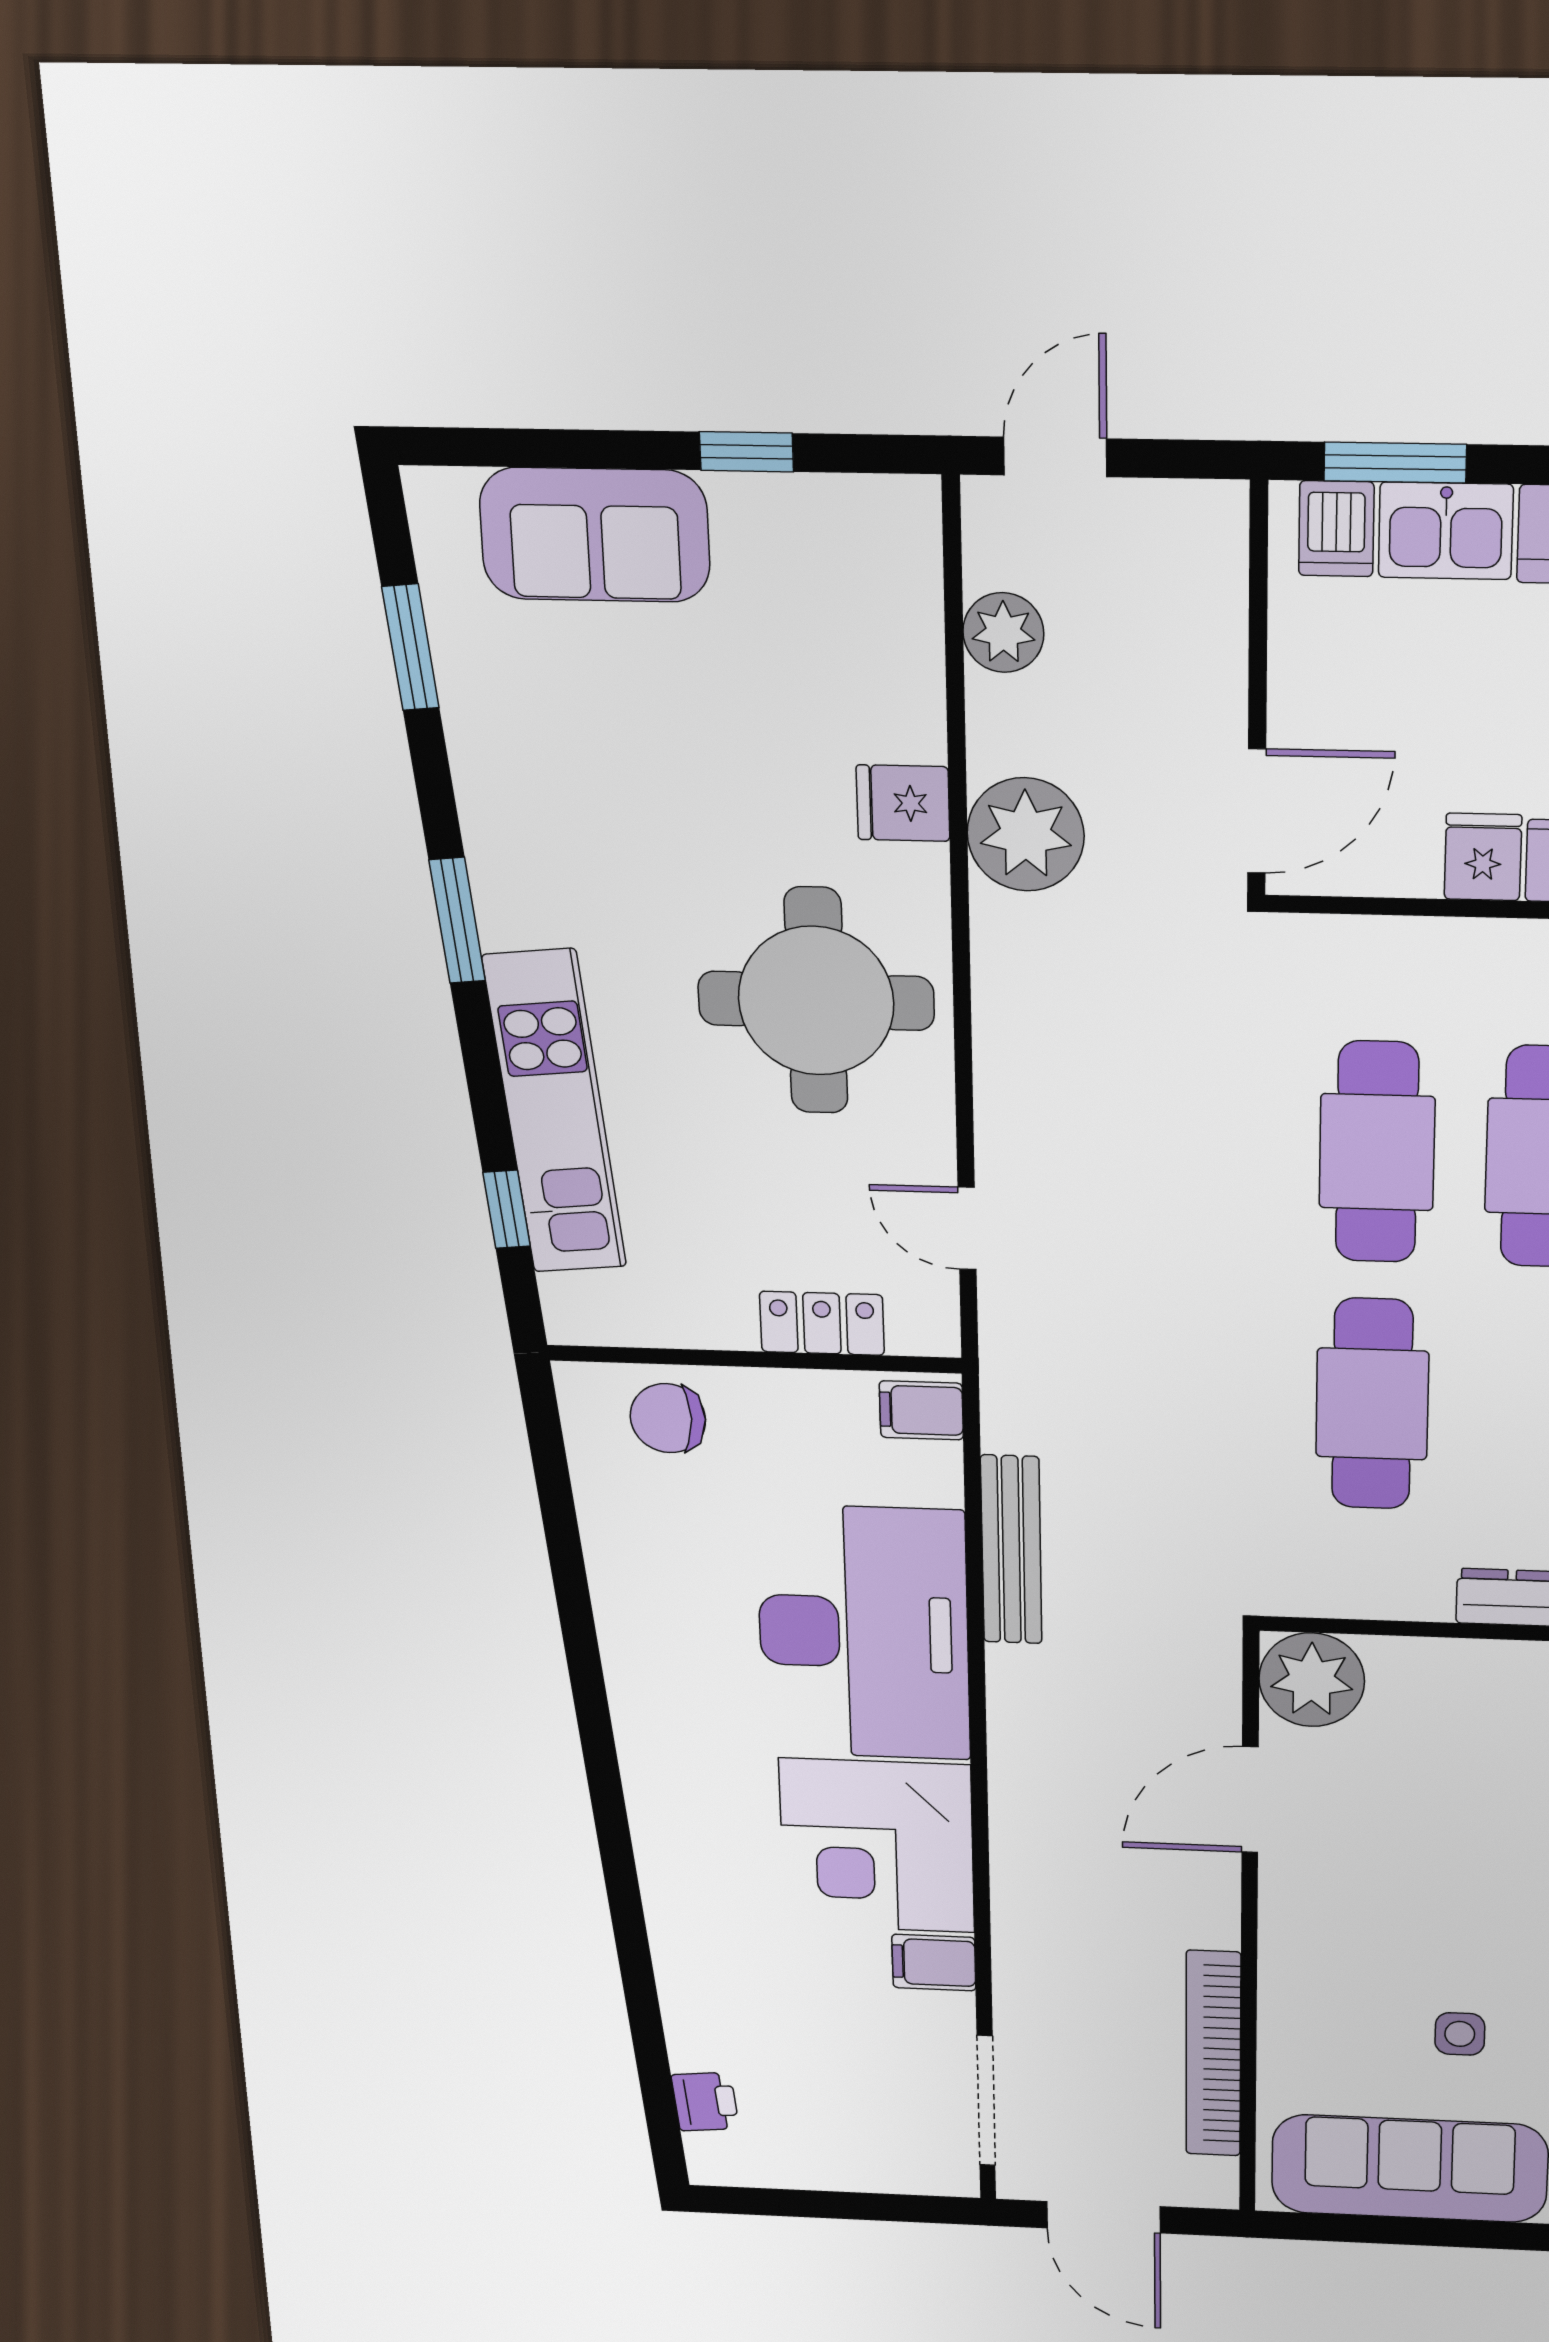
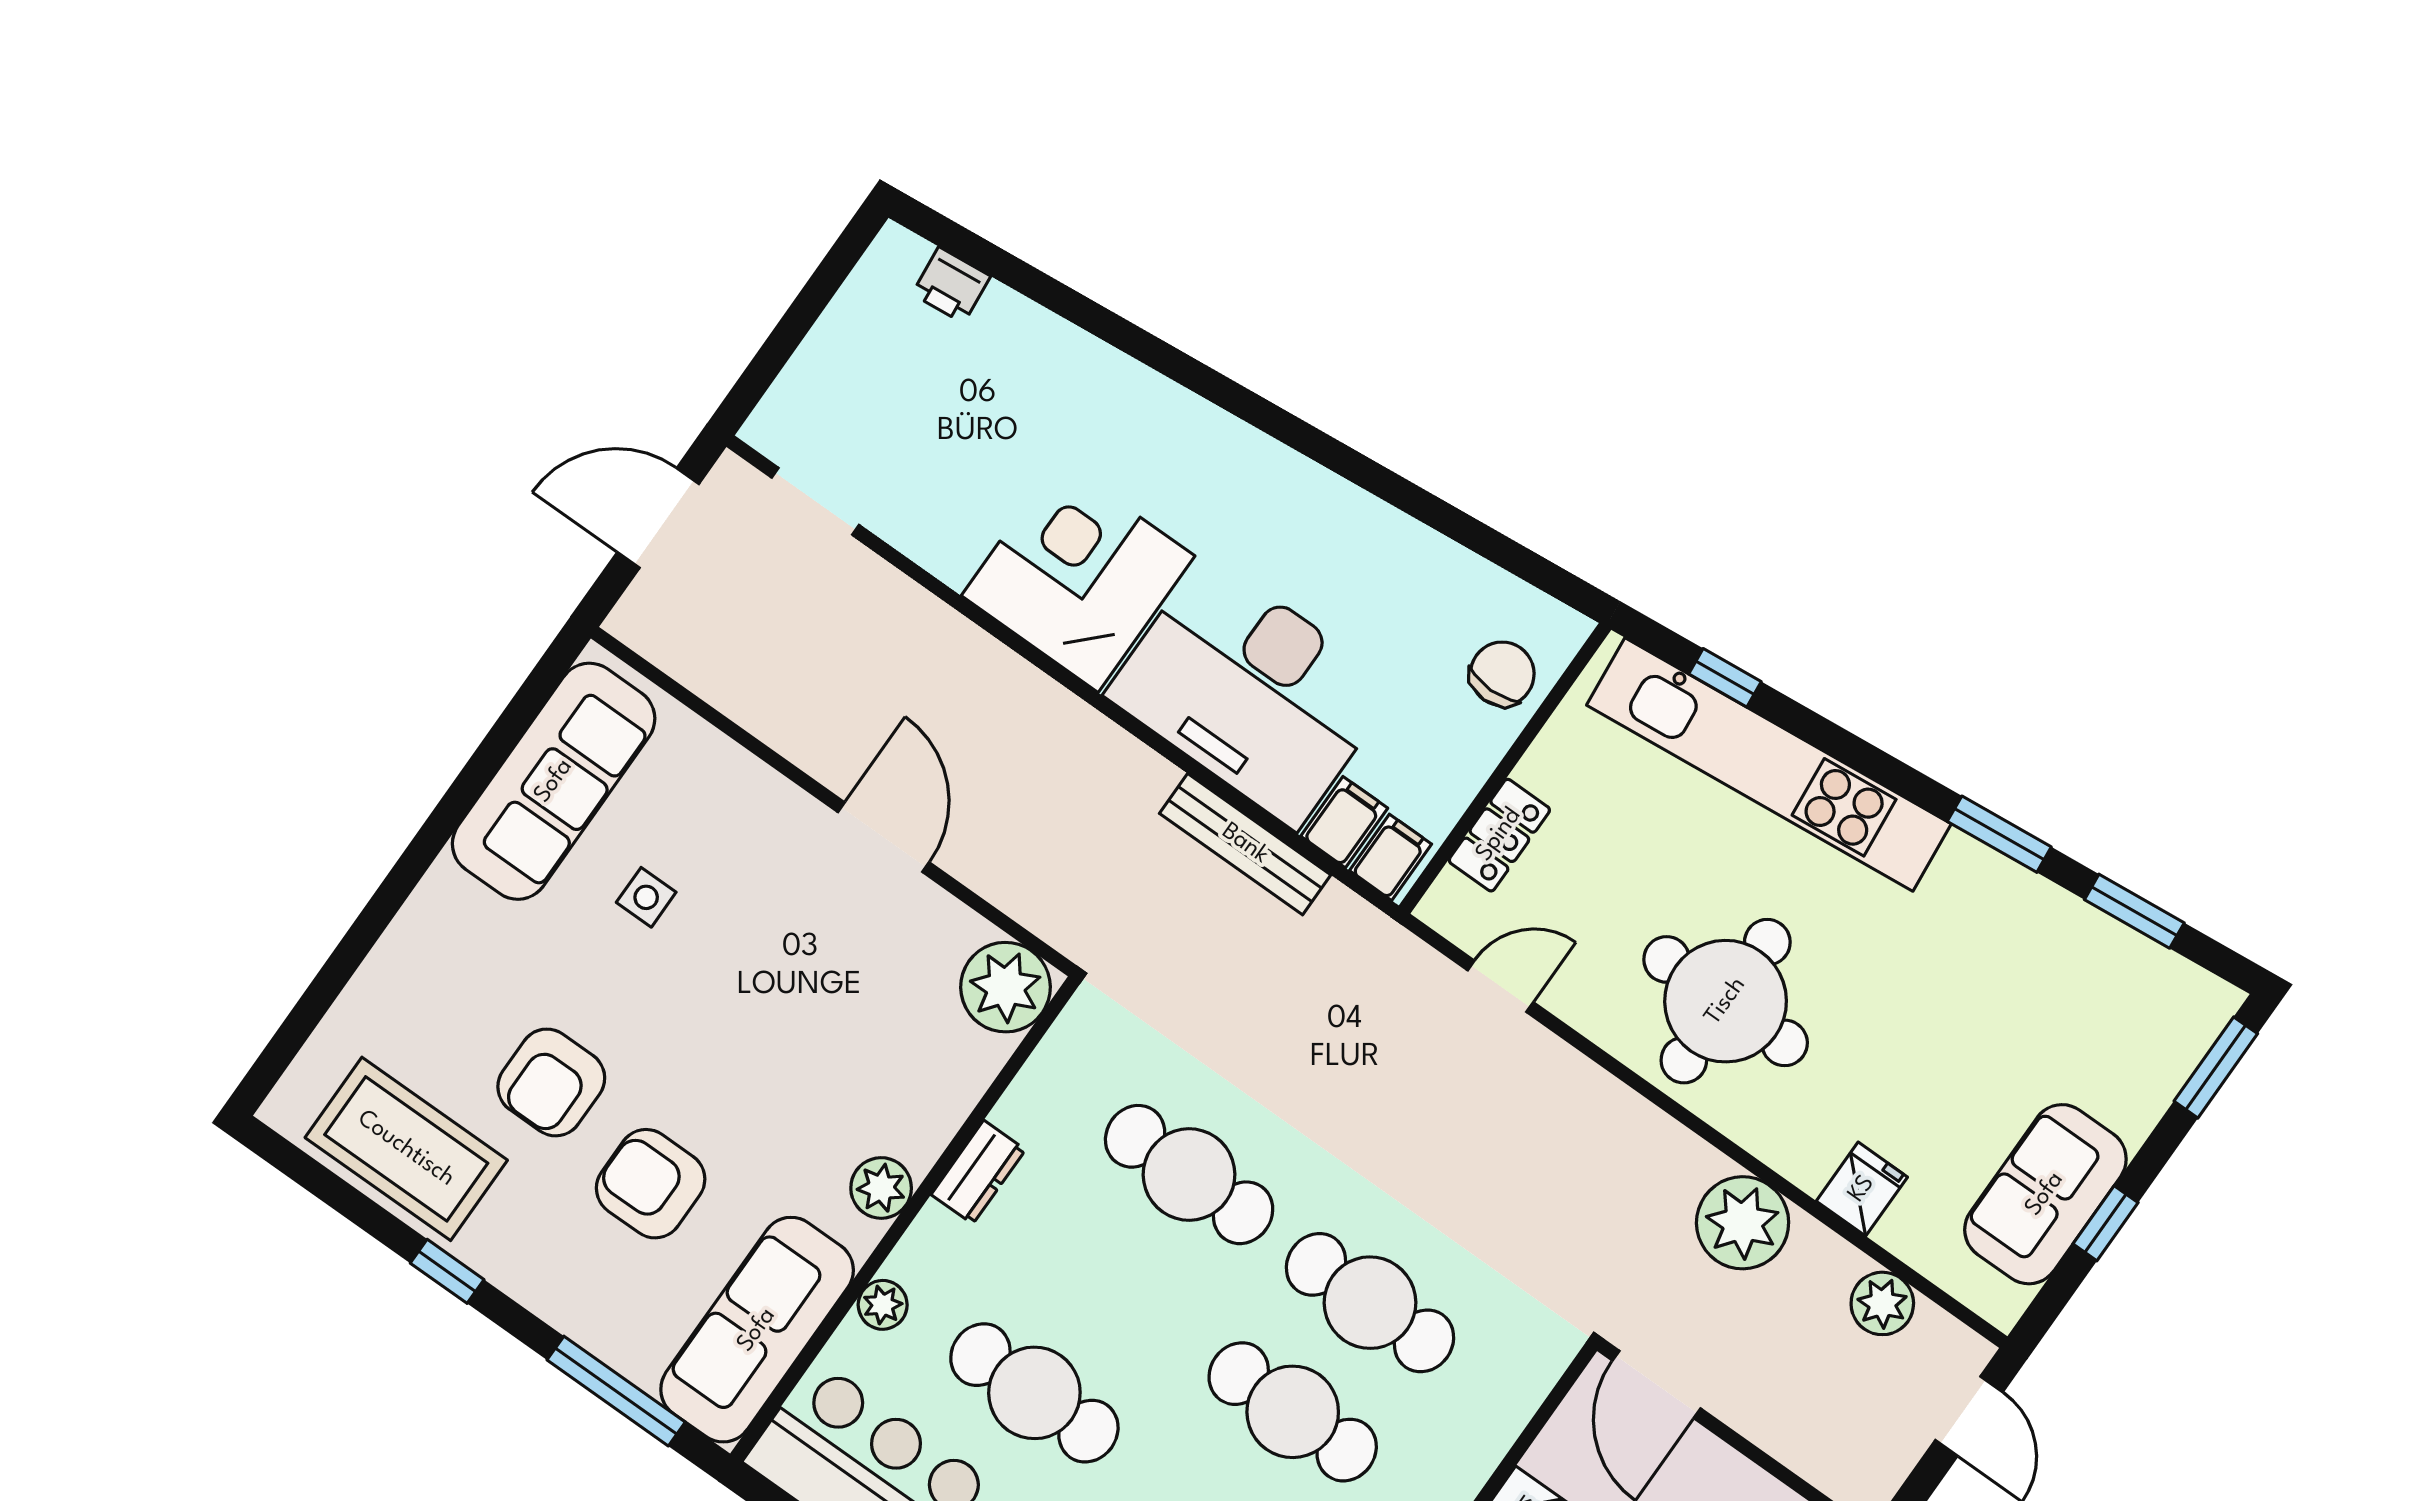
window: (499, 448) -> (2216, 1067), added
sofa: (595, 535) -> (2045, 1194), moved
fridge: (903, 803) -> (1862, 1189), moved
window: (457, 920) -> (1999, 834), moved
kitchen unit: (555, 1112) -> (1769, 765), width x1.36
door: (1250, 1800) -> (884, 837), moved
filing cabinet: (934, 1963) -> (1344, 822), moved
bookcase: (1213, 2054) -> (746, 702), removed
doorway: (986, 2101) -> (815, 501), width x0.73

